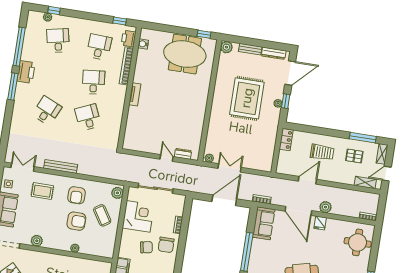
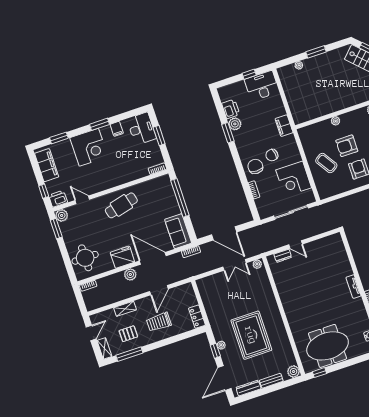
shelving: (365, 182) -> (125, 309), moved
plant: (117, 193) -> (323, 190), removed
door: (224, 200) -> (224, 233), hinge flipped
fridge: (320, 223) -> (122, 257), width x1.88, depth x1.34

